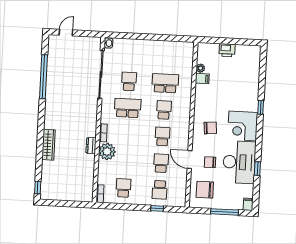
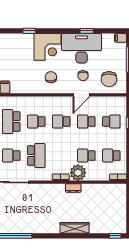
school desk: (128, 108) -> (36, 156), turned 180
school desk: (125, 161) -> (86, 156), added

